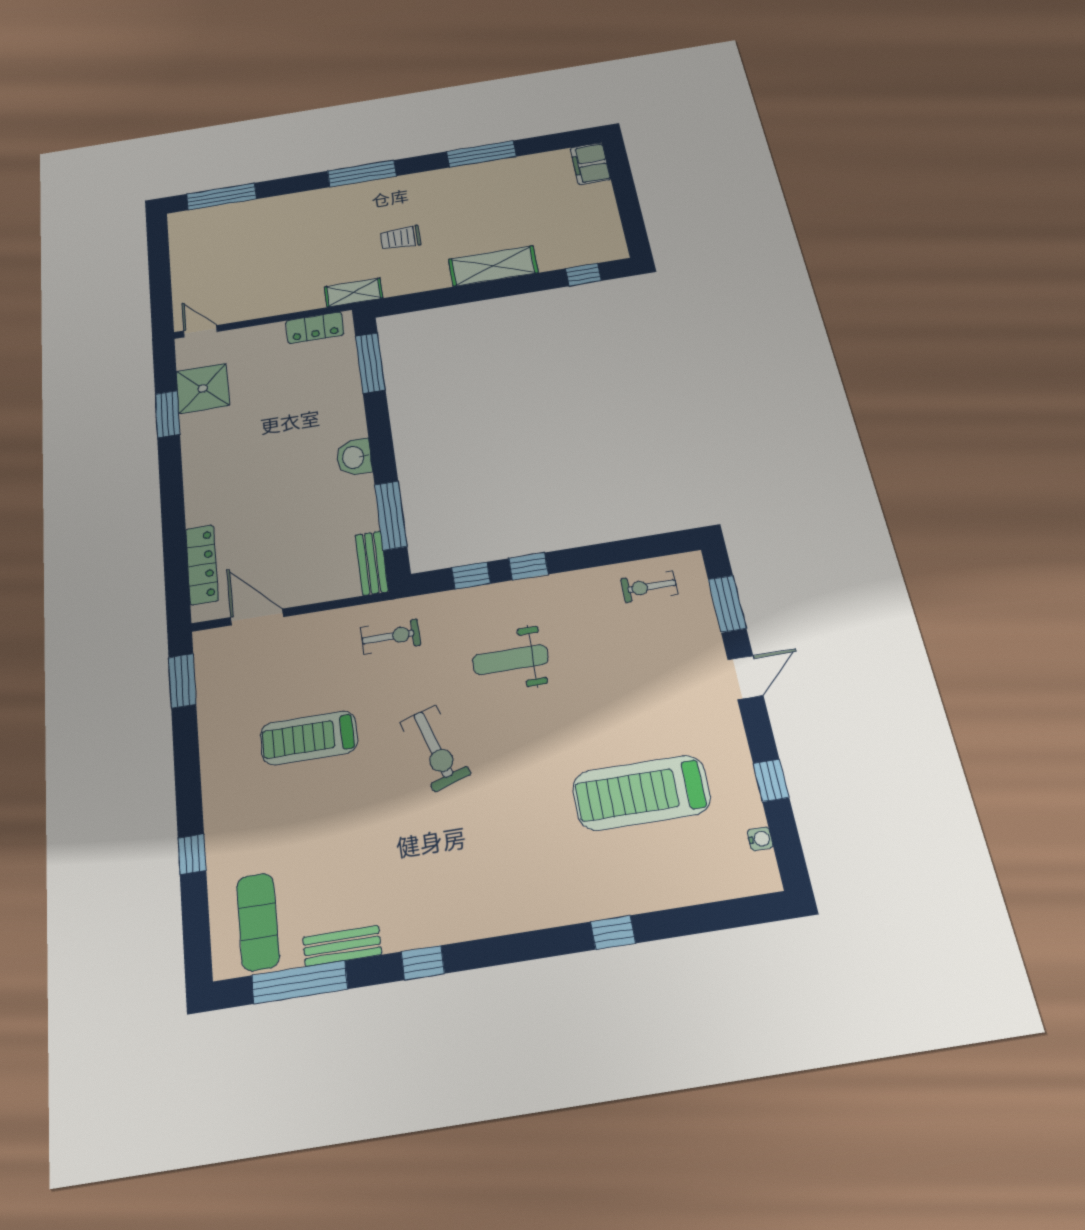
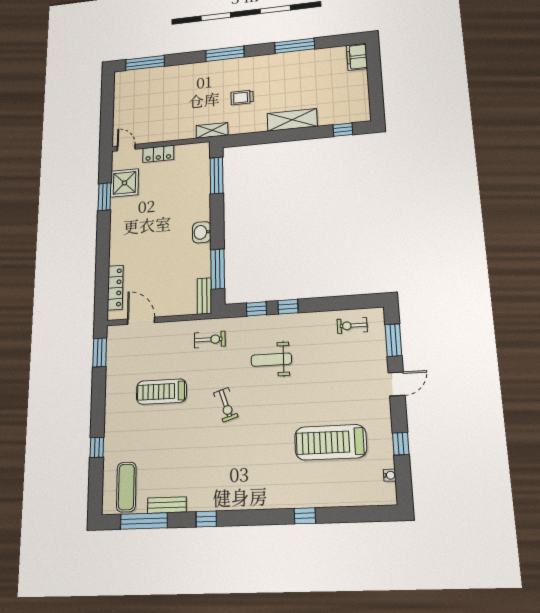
locker: (315, 328) -> (158, 154), moved
exercise bike: (435, 748) -> (226, 405), width x0.73, depth x0.72

